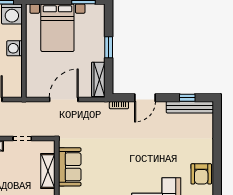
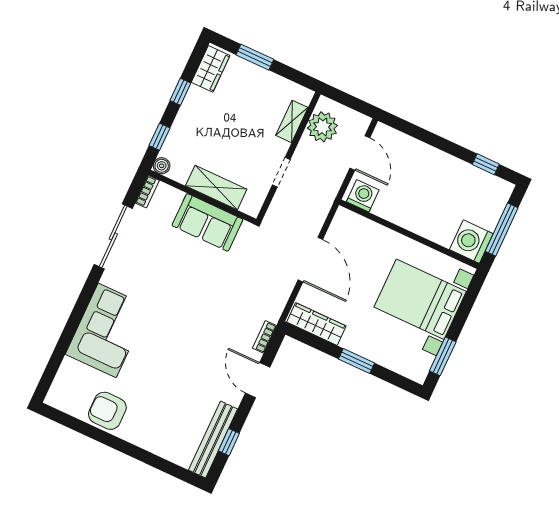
washing machine: (14, 48) -> (363, 196), moved

